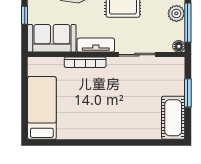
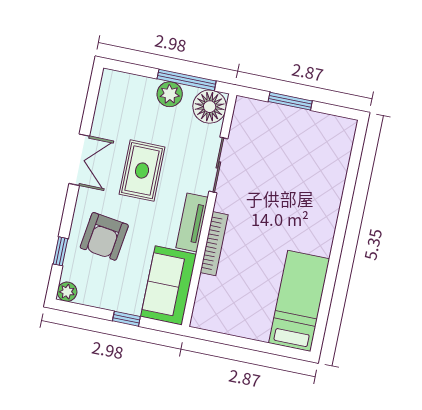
floor lamp: (179, 46) -> (210, 107), width x1.89, depth x1.89
bed: (42, 108) -> (299, 301), moved, turned 90
cot: (173, 118) -> (323, 130), removed

